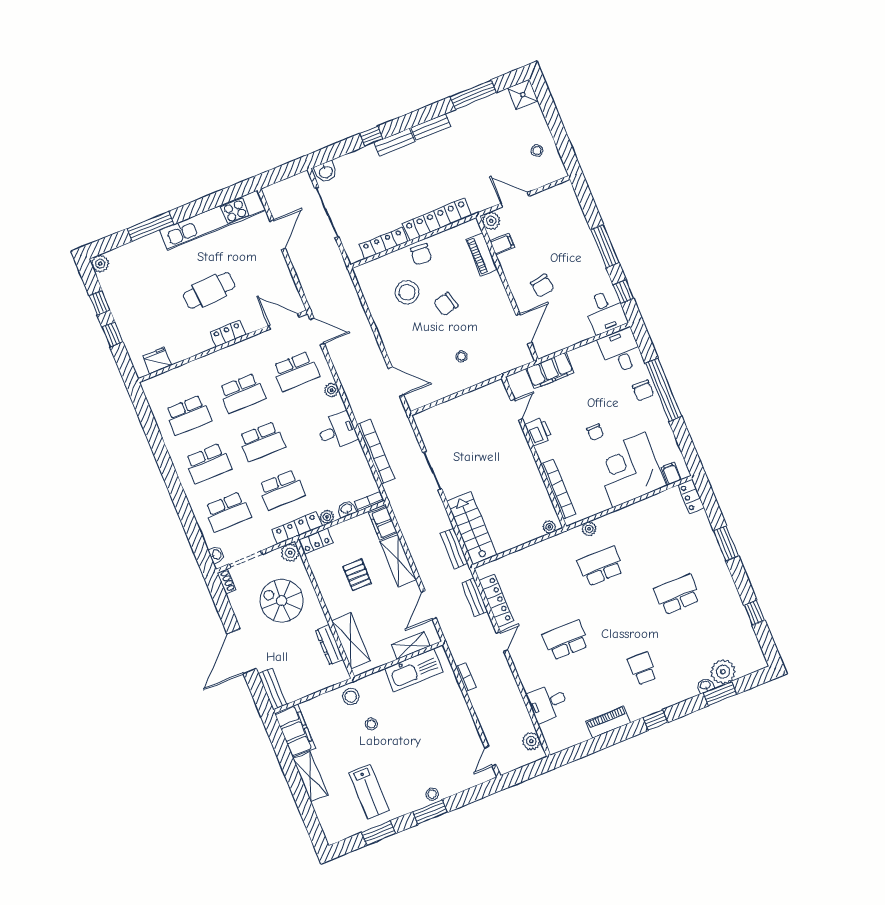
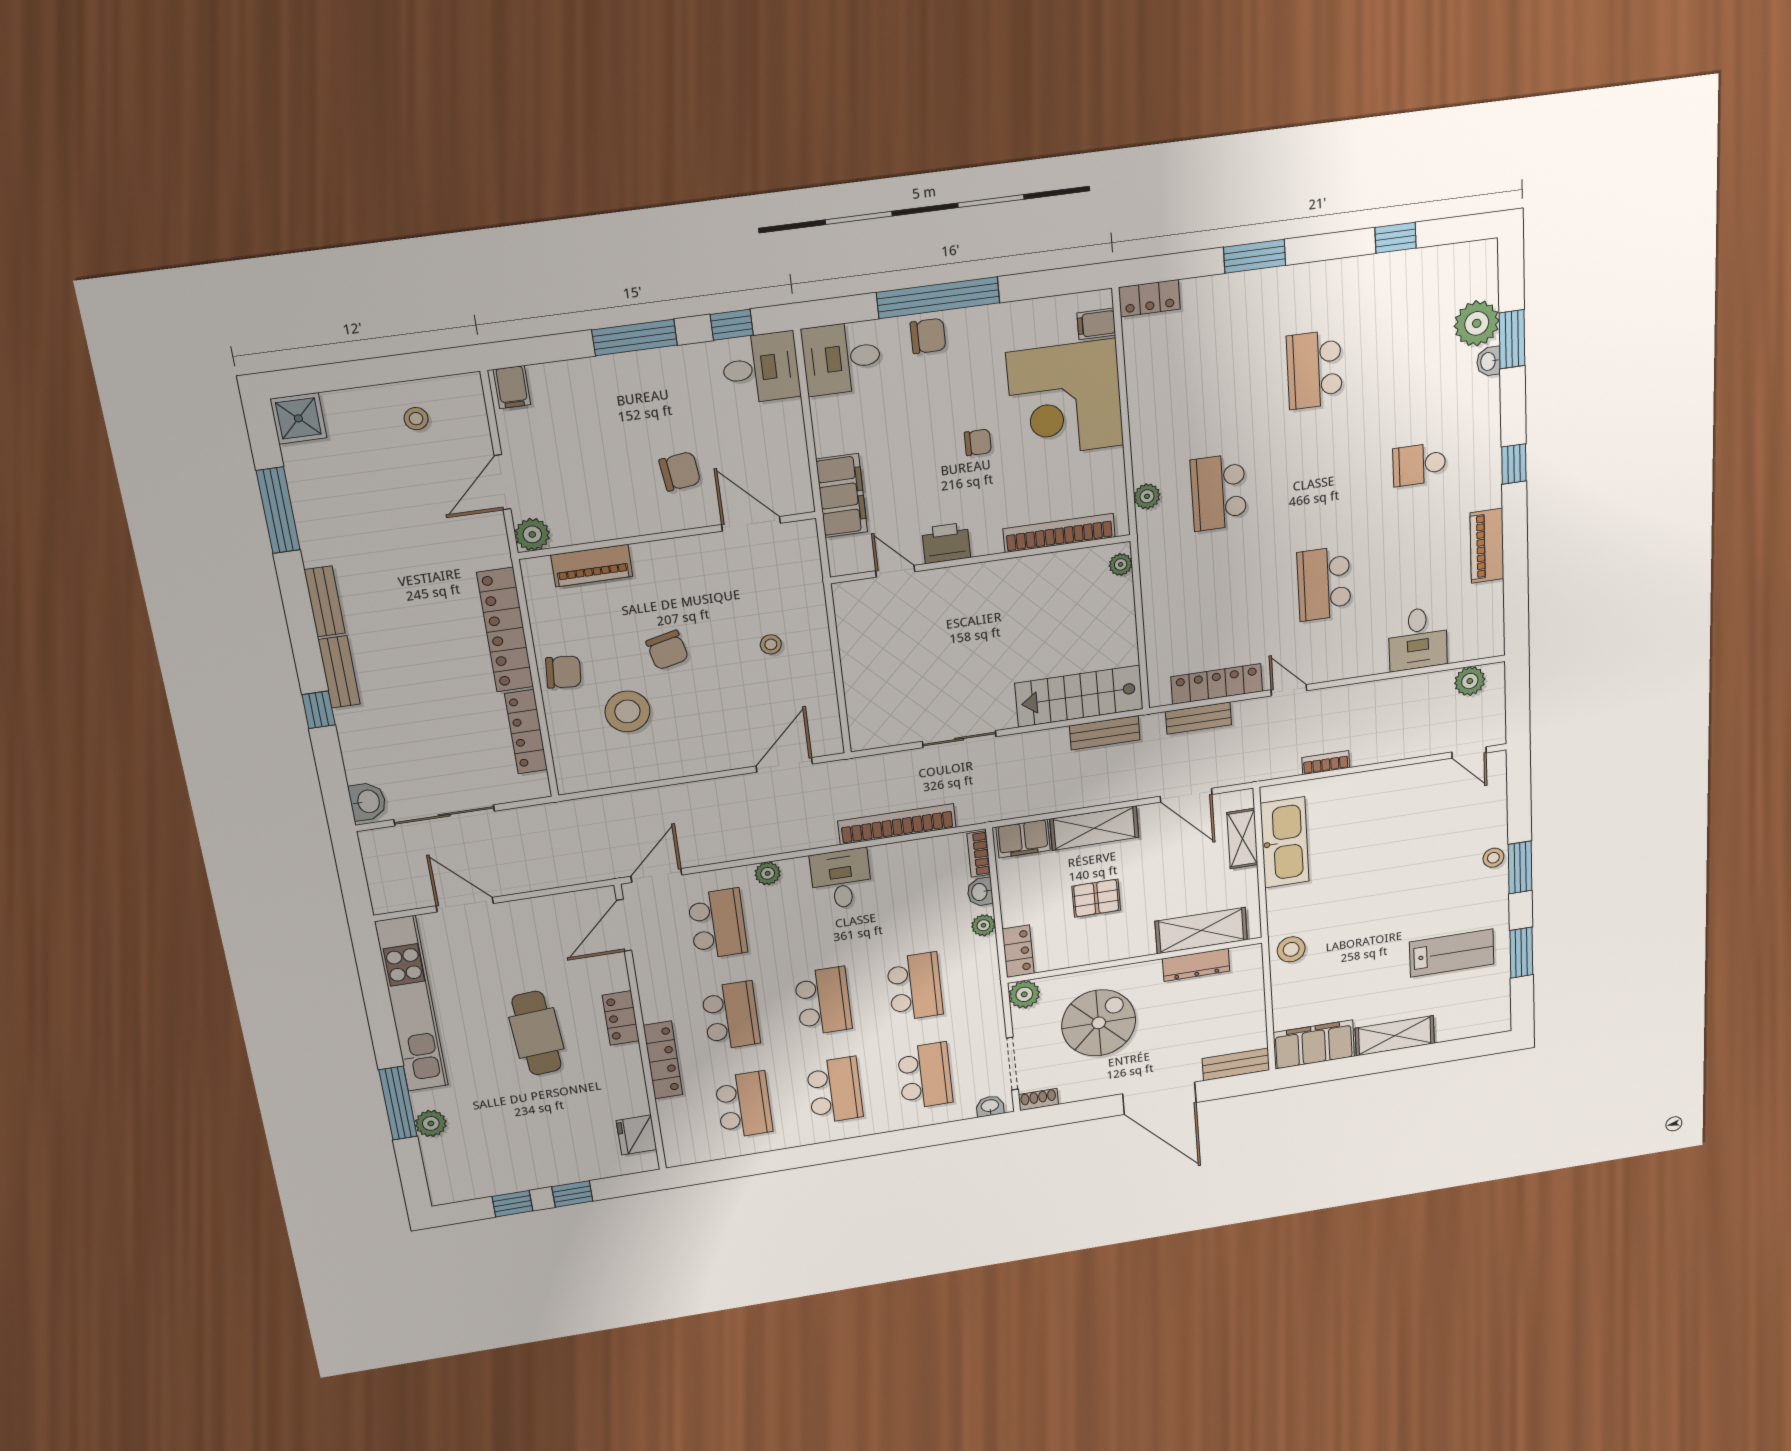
filing cabinet: (502, 244) -> (512, 387), moved, turned 180
plant: (100, 264) -> (431, 1123), moved
locker: (297, 528) -> (663, 1060), moved, turned 180
spiral stairs: (282, 601) -> (1099, 1023), turned 180
stool: (371, 724) -> (1347, 927), removed

